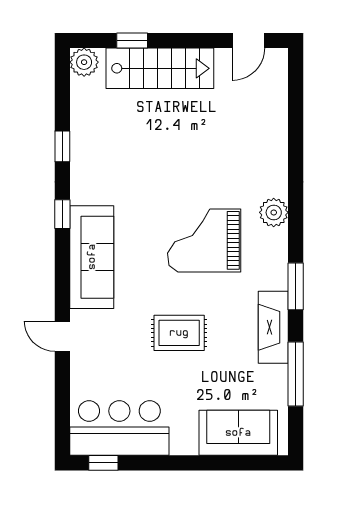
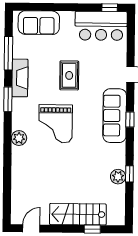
plant: (84, 62) -> (118, 177), moved
window: (62, 214) -> (130, 120), moved
grand piano: (204, 240) -> (56, 124), turned 90
rug: (179, 333) -> (69, 75), turned 90

